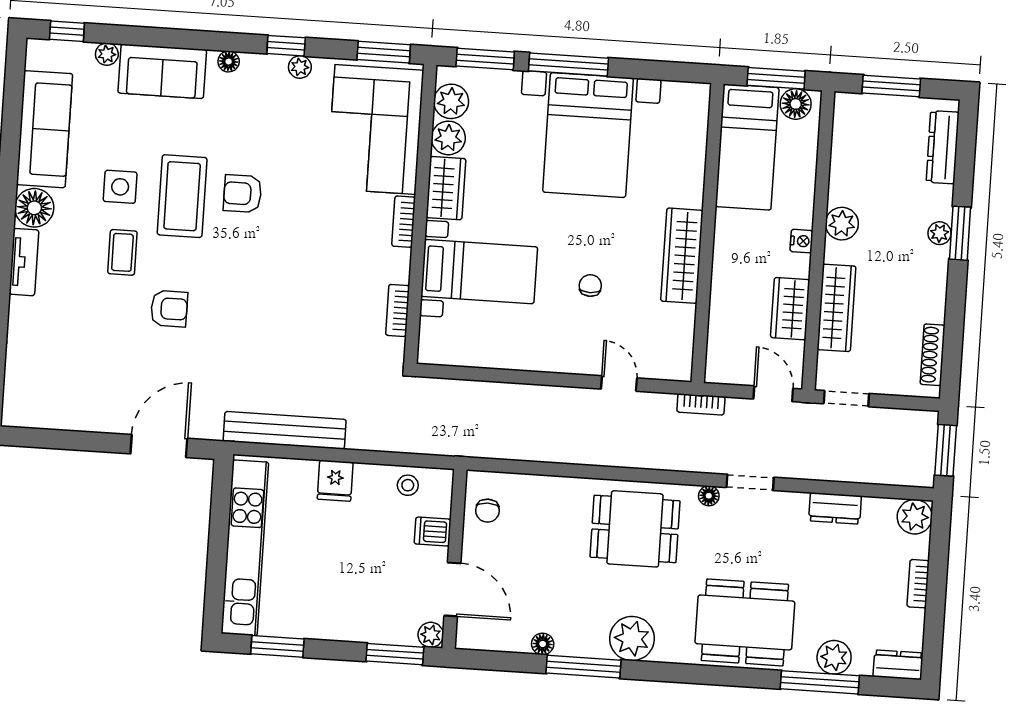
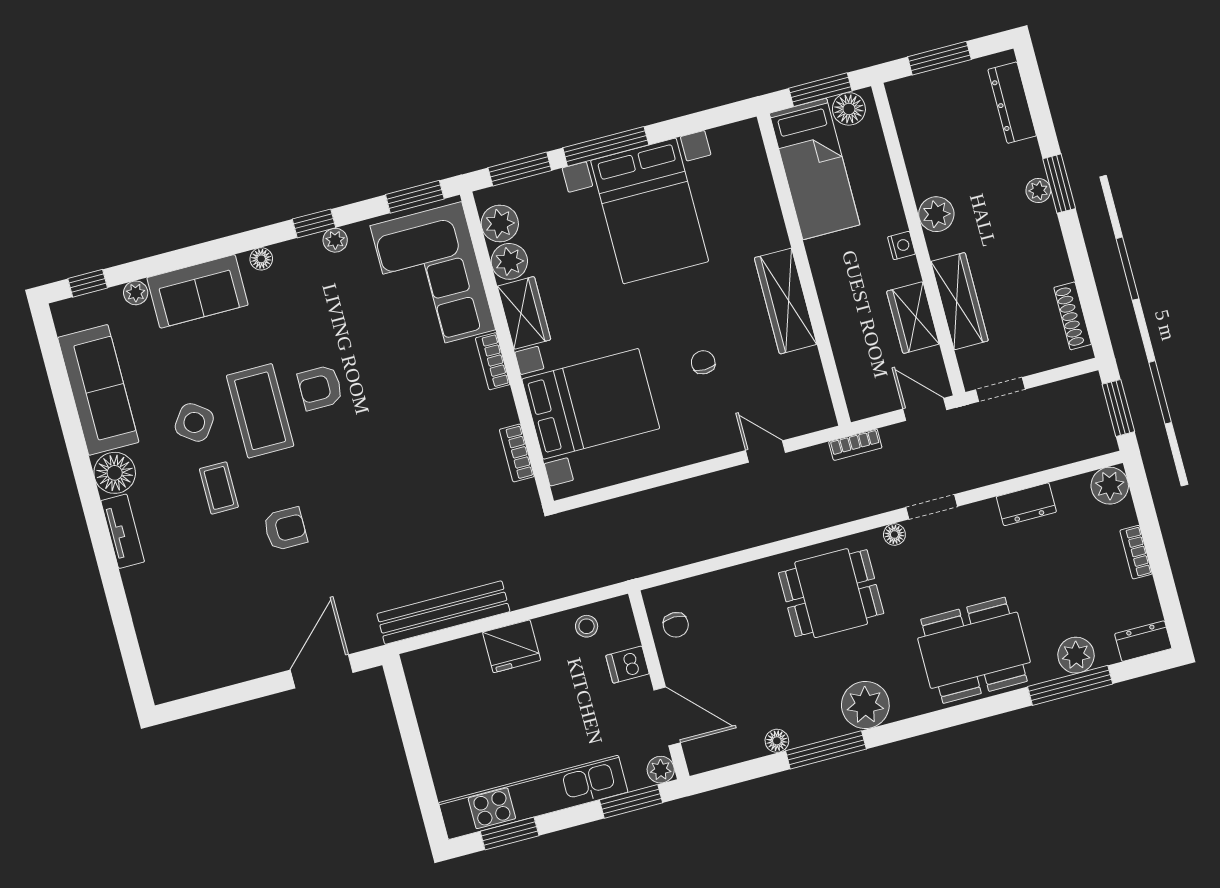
side table: (120, 187) -> (194, 422), turned 36
bed with nightstands: (479, 272) -> (591, 404), width x1.36
fridge: (335, 481) -> (512, 646), width x1.38
kitchen unit: (245, 548) -> (533, 797), moved, turned -90

